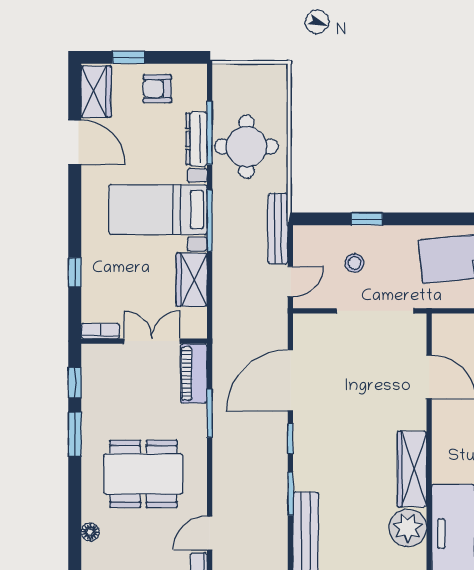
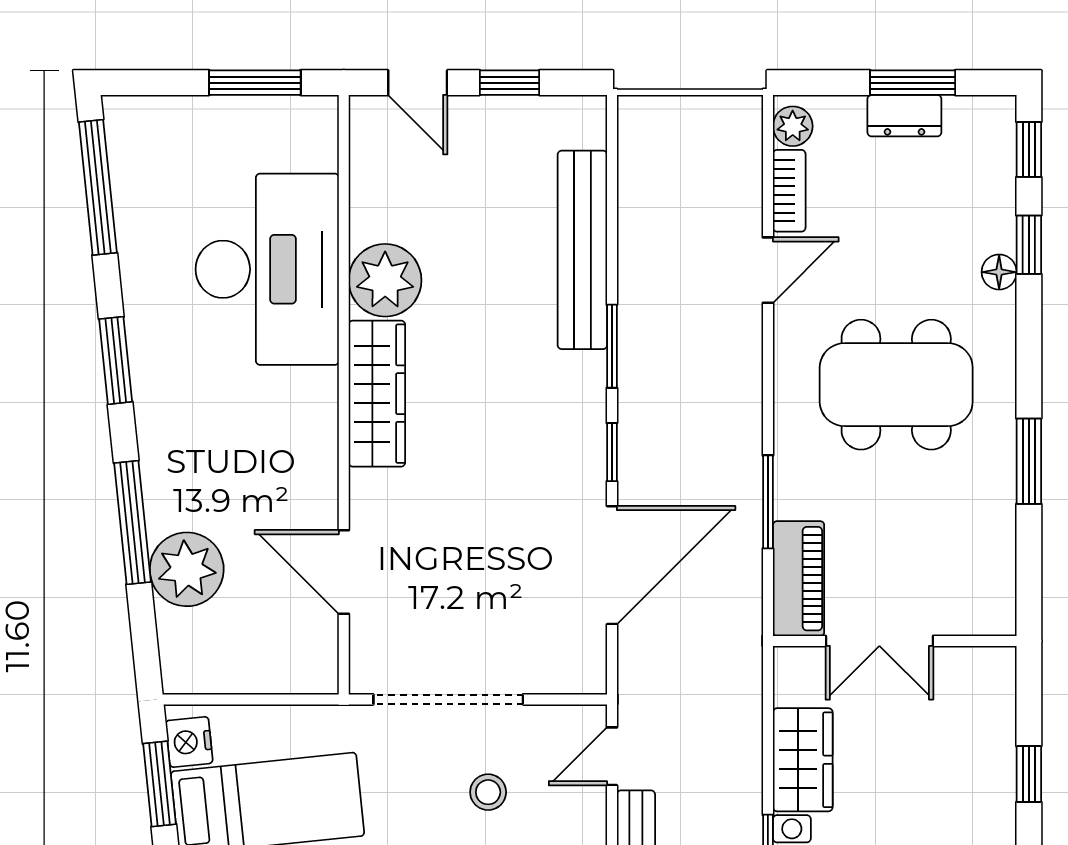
bookcase: (100, 331) -> (979, 661), removed
window: (75, 383) -> (1029, 245), moved

